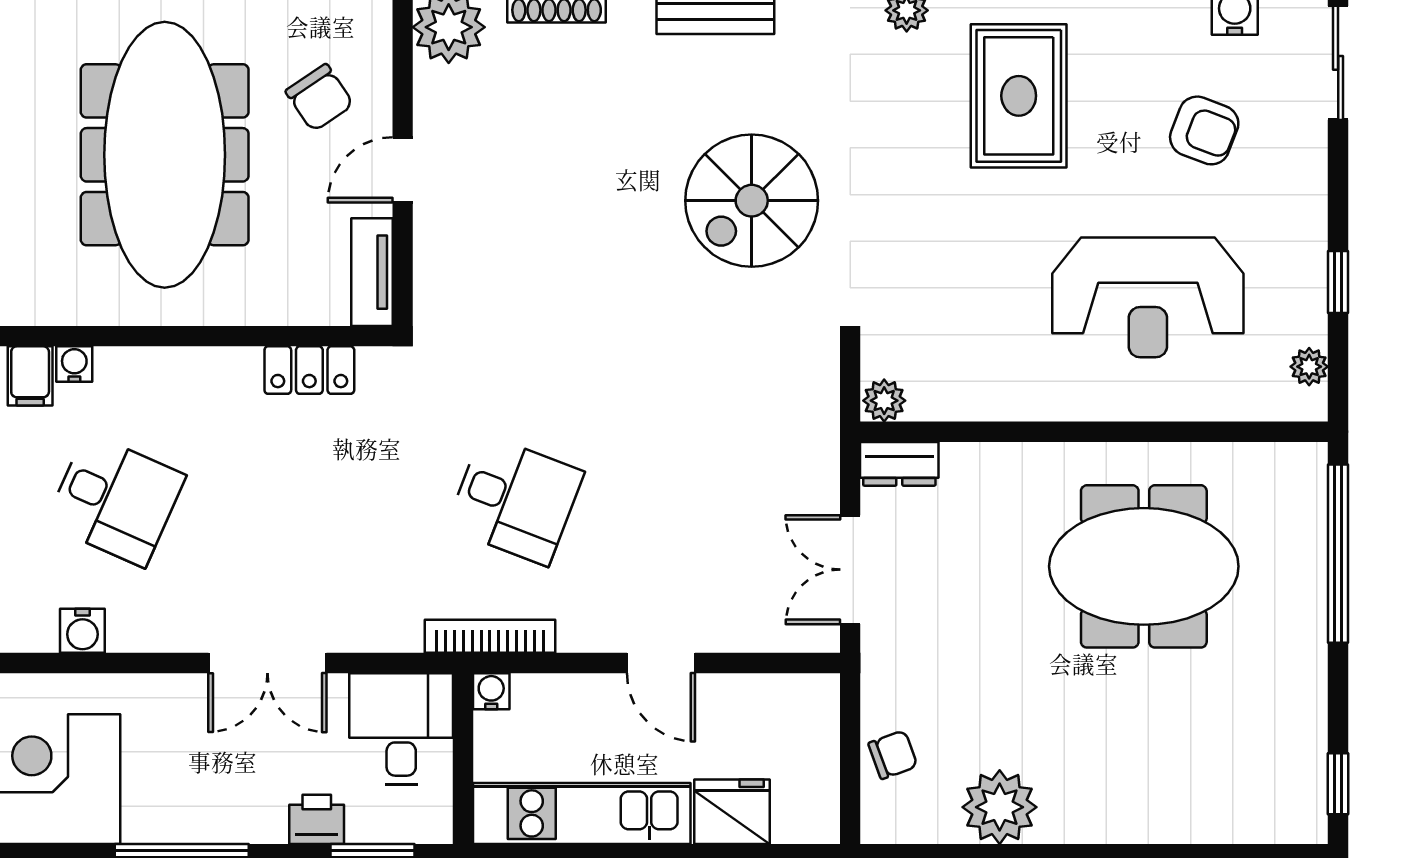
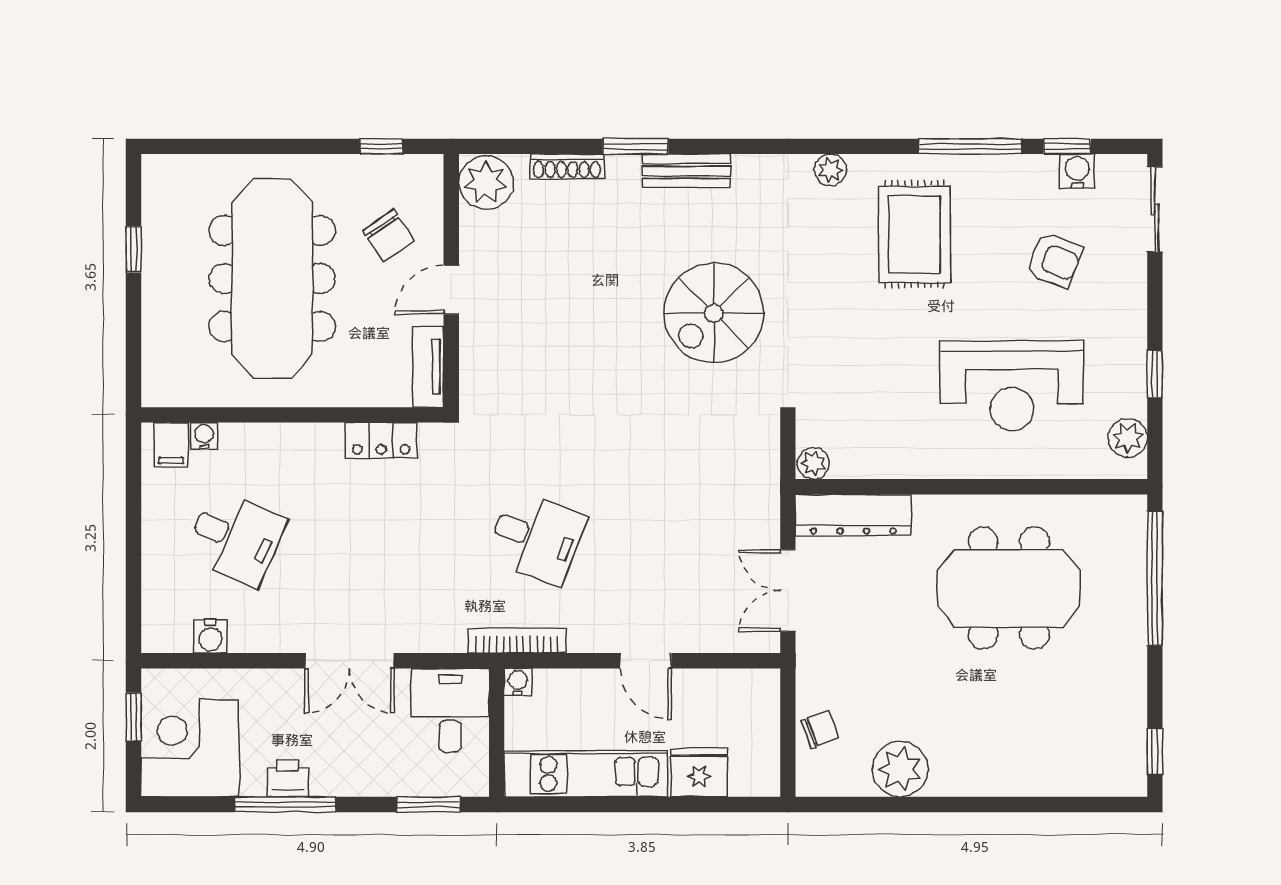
plant: (1309, 367) -> (1128, 438), width x1.38, depth x1.38
dresser: (899, 464) -> (853, 515), width x1.96, depth x1.24
printer: (317, 819) -> (288, 778), moved

